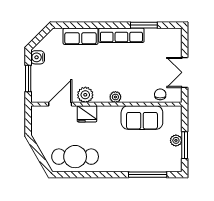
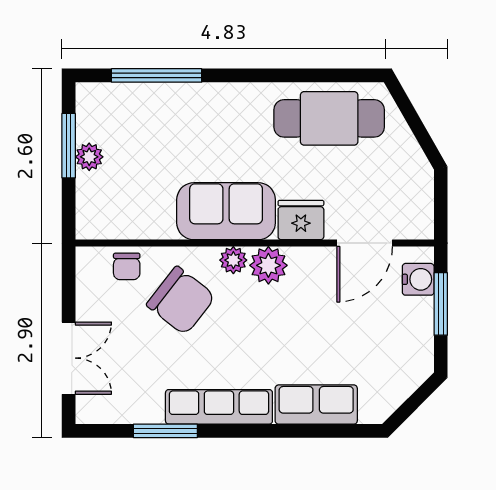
water cooler: (38, 57) -> (418, 279), moved
double door: (185, 72) -> (69, 358), moved
chair: (137, 80) -> (181, 301), added
plant: (85, 95) -> (268, 265), moved
sofa: (142, 118) -> (226, 211), moved

